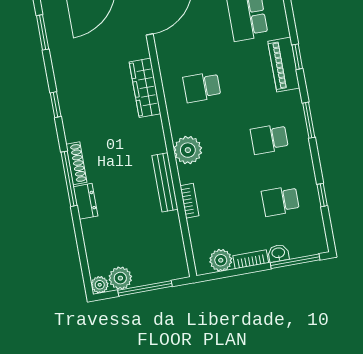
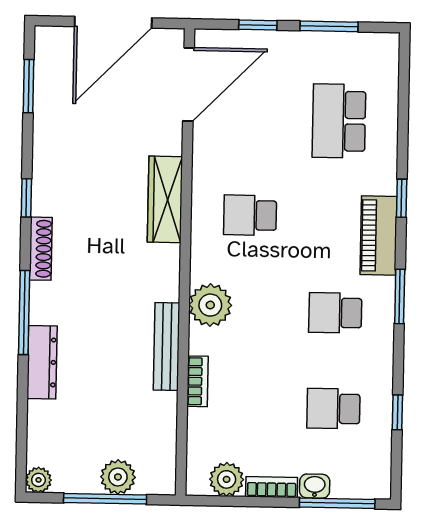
piano: (284, 65) -> (379, 236), moved
shoe rack: (76, 163) -> (41, 249), moved
dresser: (86, 201) -> (42, 362), width x1.44
plant: (120, 278) -> (118, 477), moved

